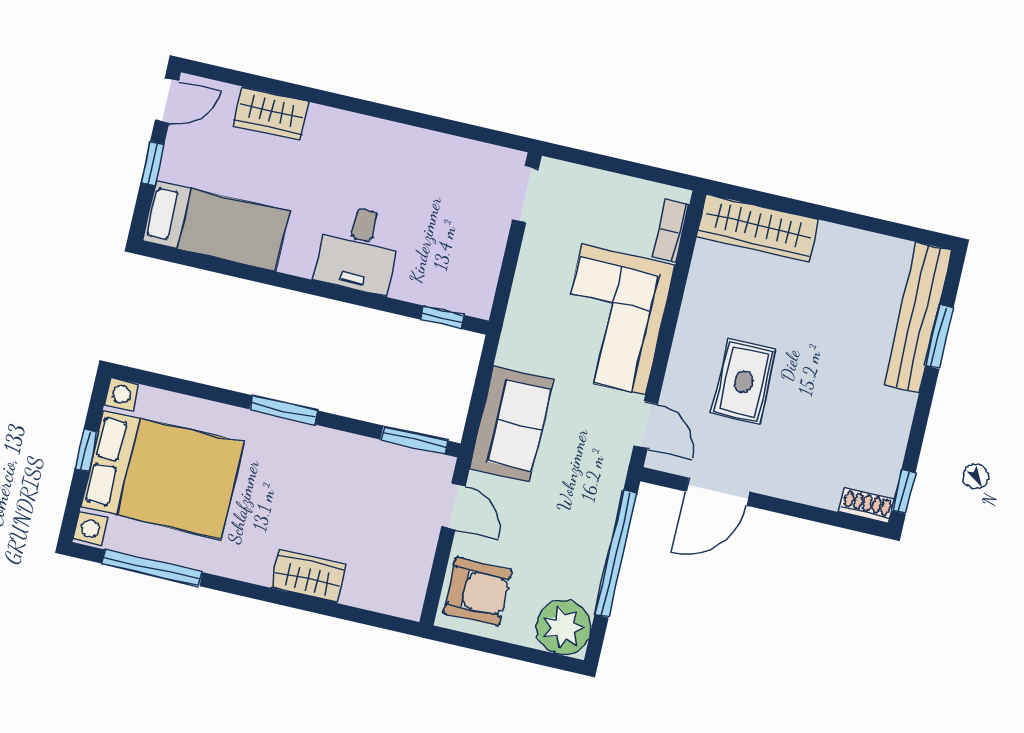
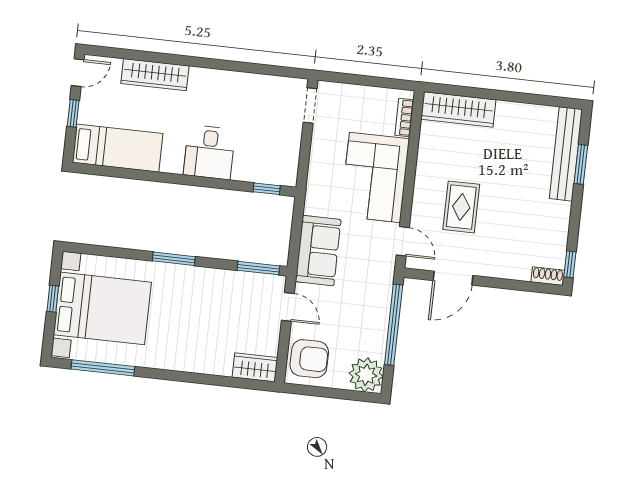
wardrobe: (271, 114) -> (155, 75), width x1.50
wardrobe: (308, 576) -> (255, 367), moved

